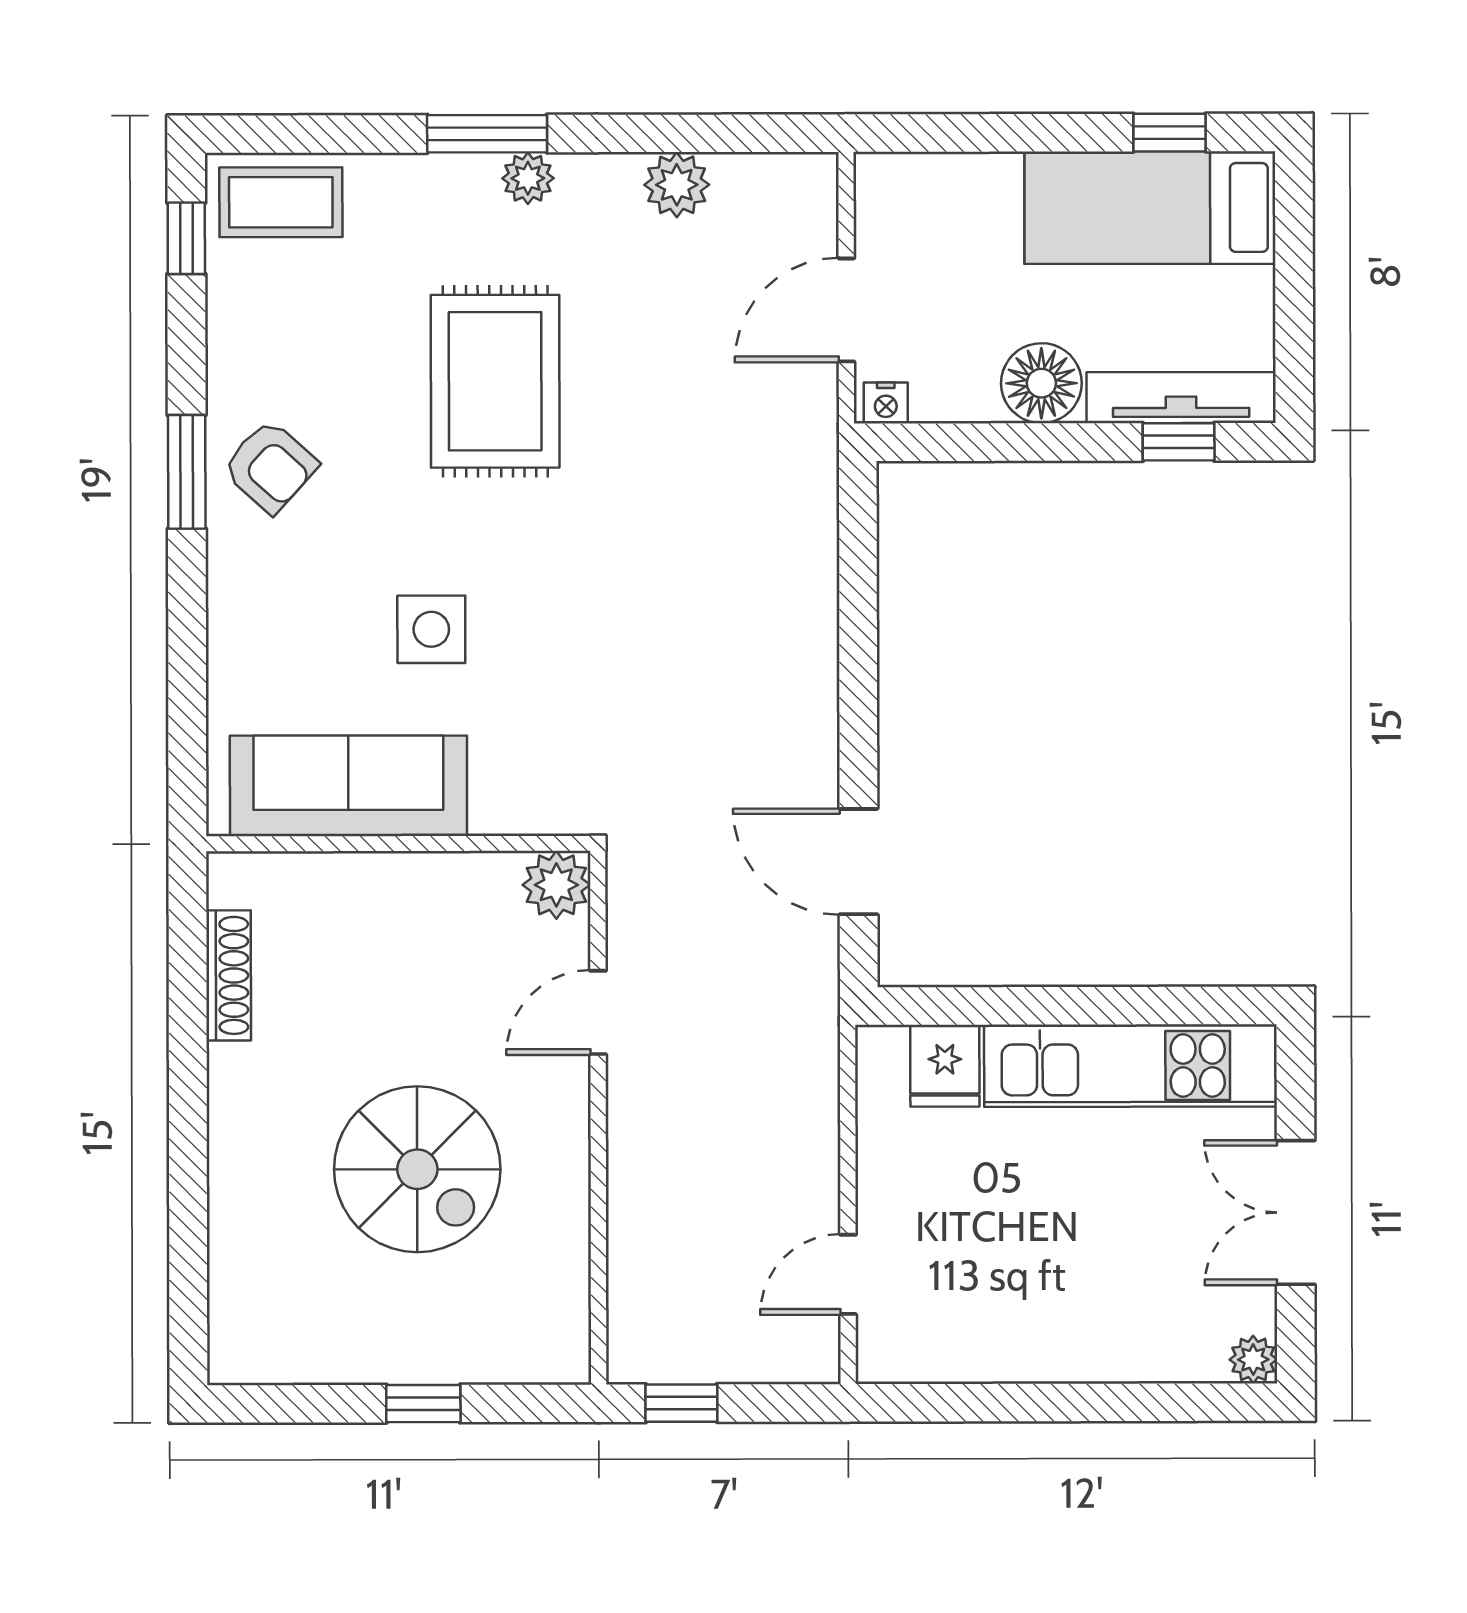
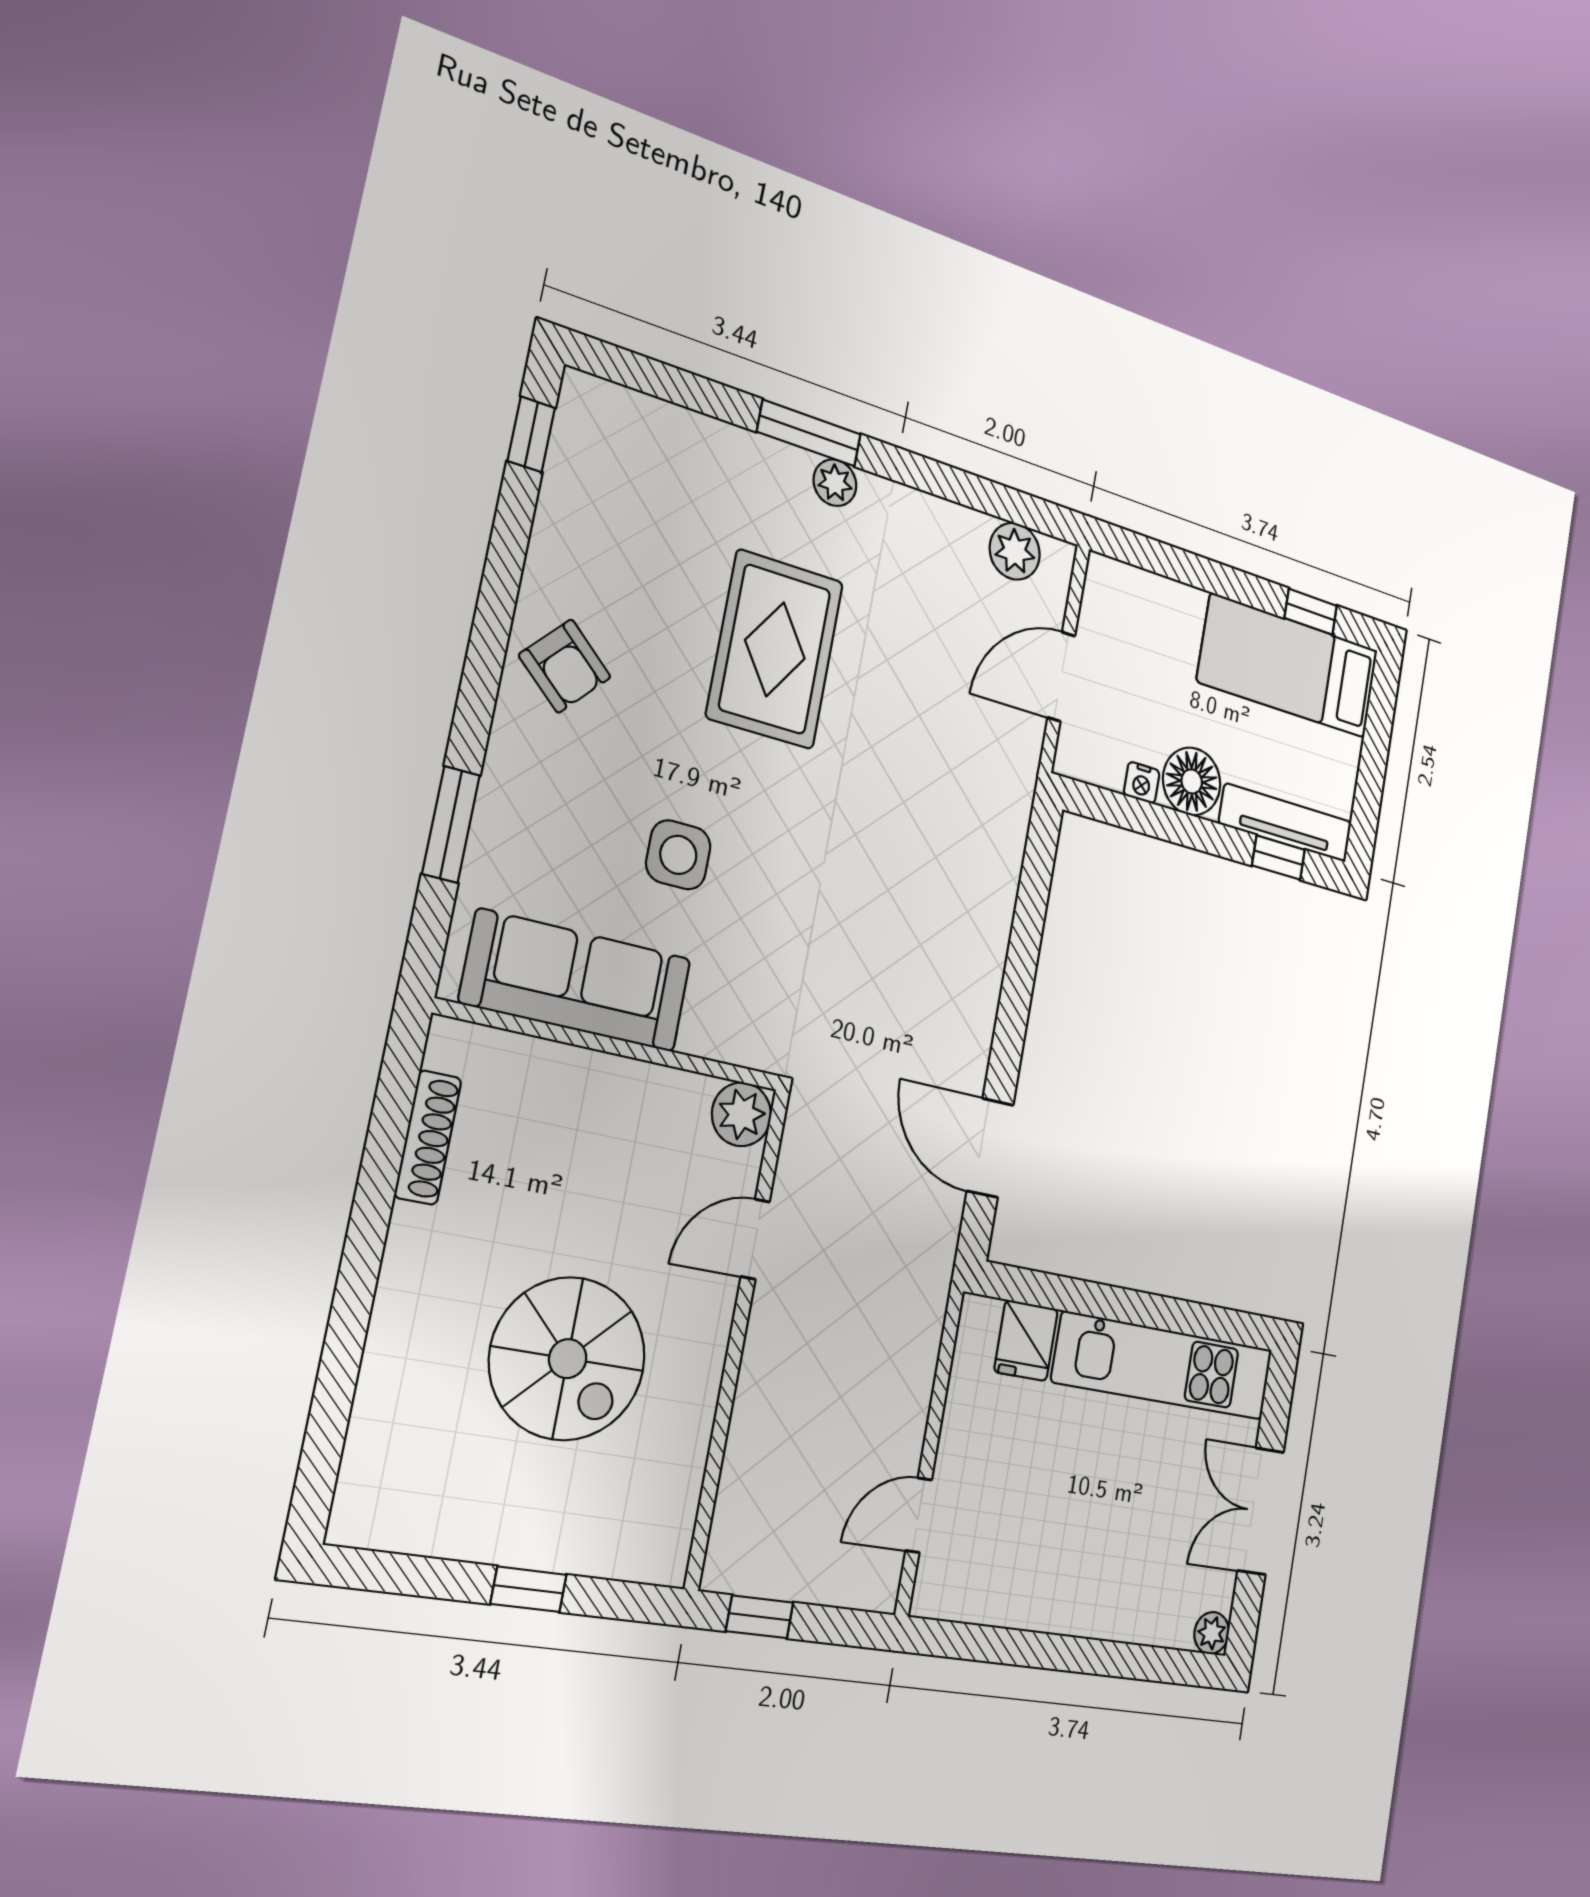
plant: (677, 185) -> (1015, 551), moved
coffee table: (281, 202) -> (622, 431), removed
nightstand: (886, 403) -> (1142, 783), moved
window: (187, 472) -> (451, 825), moved

